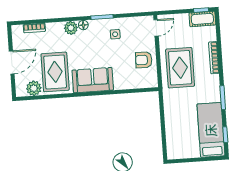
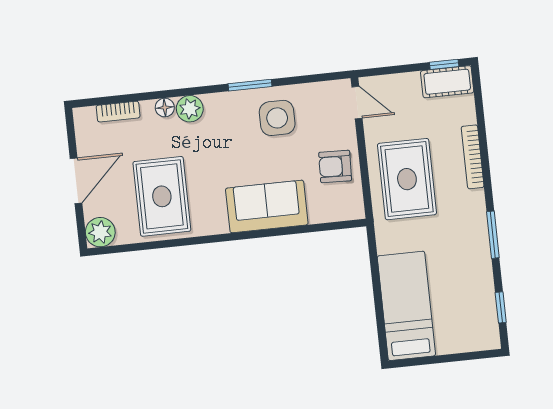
floor lamp: (83, 25) -> (165, 108), moved
door: (156, 28) -> (357, 103), hinge flipped
side table: (115, 34) -> (277, 118), width x1.87, depth x1.87
sofa: (93, 80) -> (267, 206), moved
plant: (34, 88) -> (100, 232), moved
bed: (211, 130) -> (406, 306), moved

